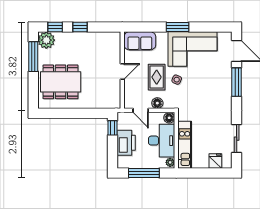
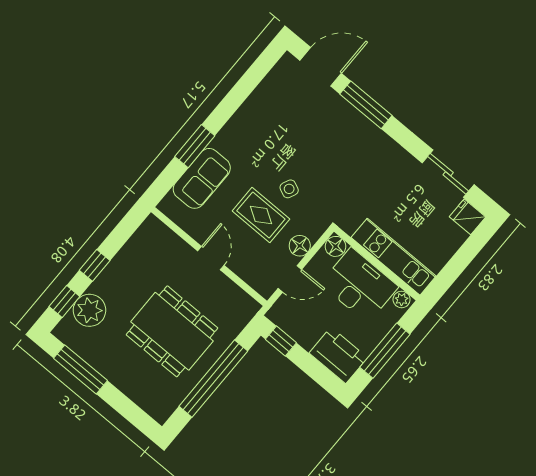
window: (177, 27) -> (195, 146), moved
plant: (46, 40) -> (89, 310), moved
sofa: (140, 41) -> (202, 178), moved
corner sofa: (192, 49) -> (264, 129), removed
dining table: (61, 82) -> (172, 331), moved, turned 90
window: (74, 113) -> (213, 379), added
printer: (126, 143) -> (338, 355), moved
fridge: (215, 161) -> (468, 217), moved

